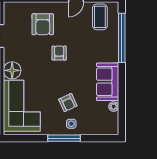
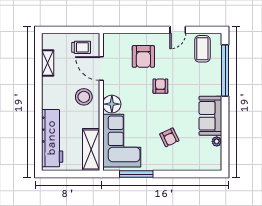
side table: (71, 124) -> (173, 159), removed
window: (64, 138) -> (136, 174), moved

